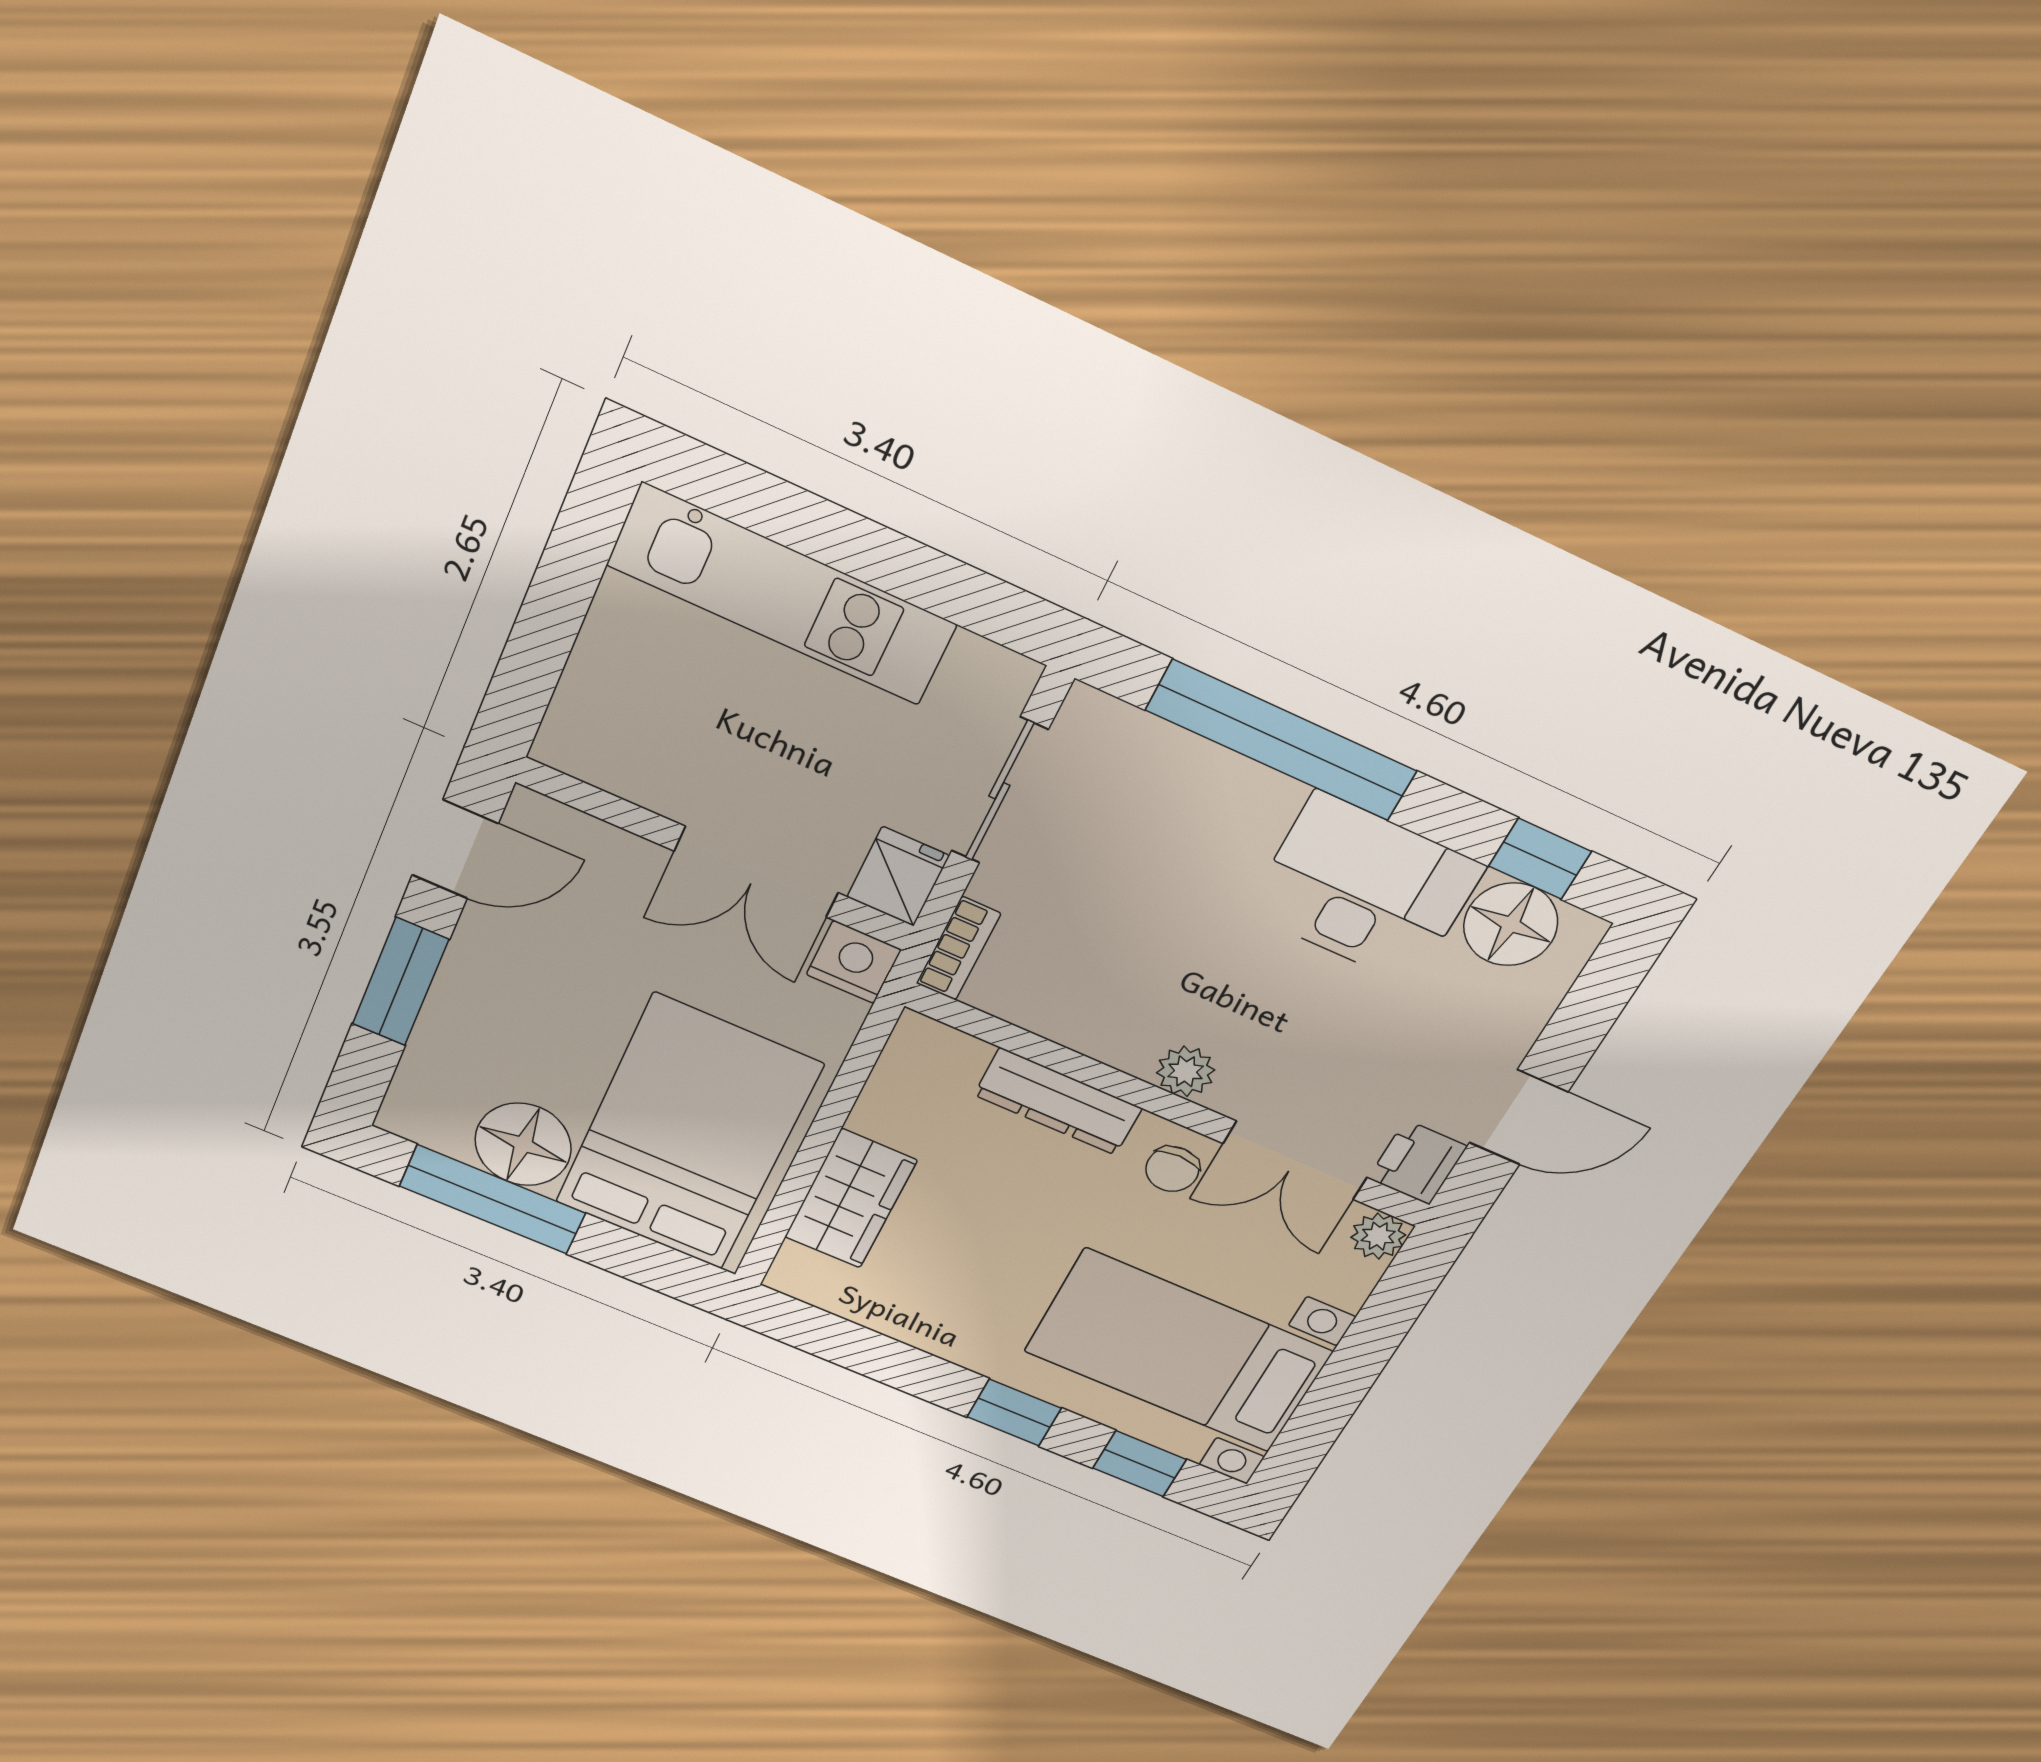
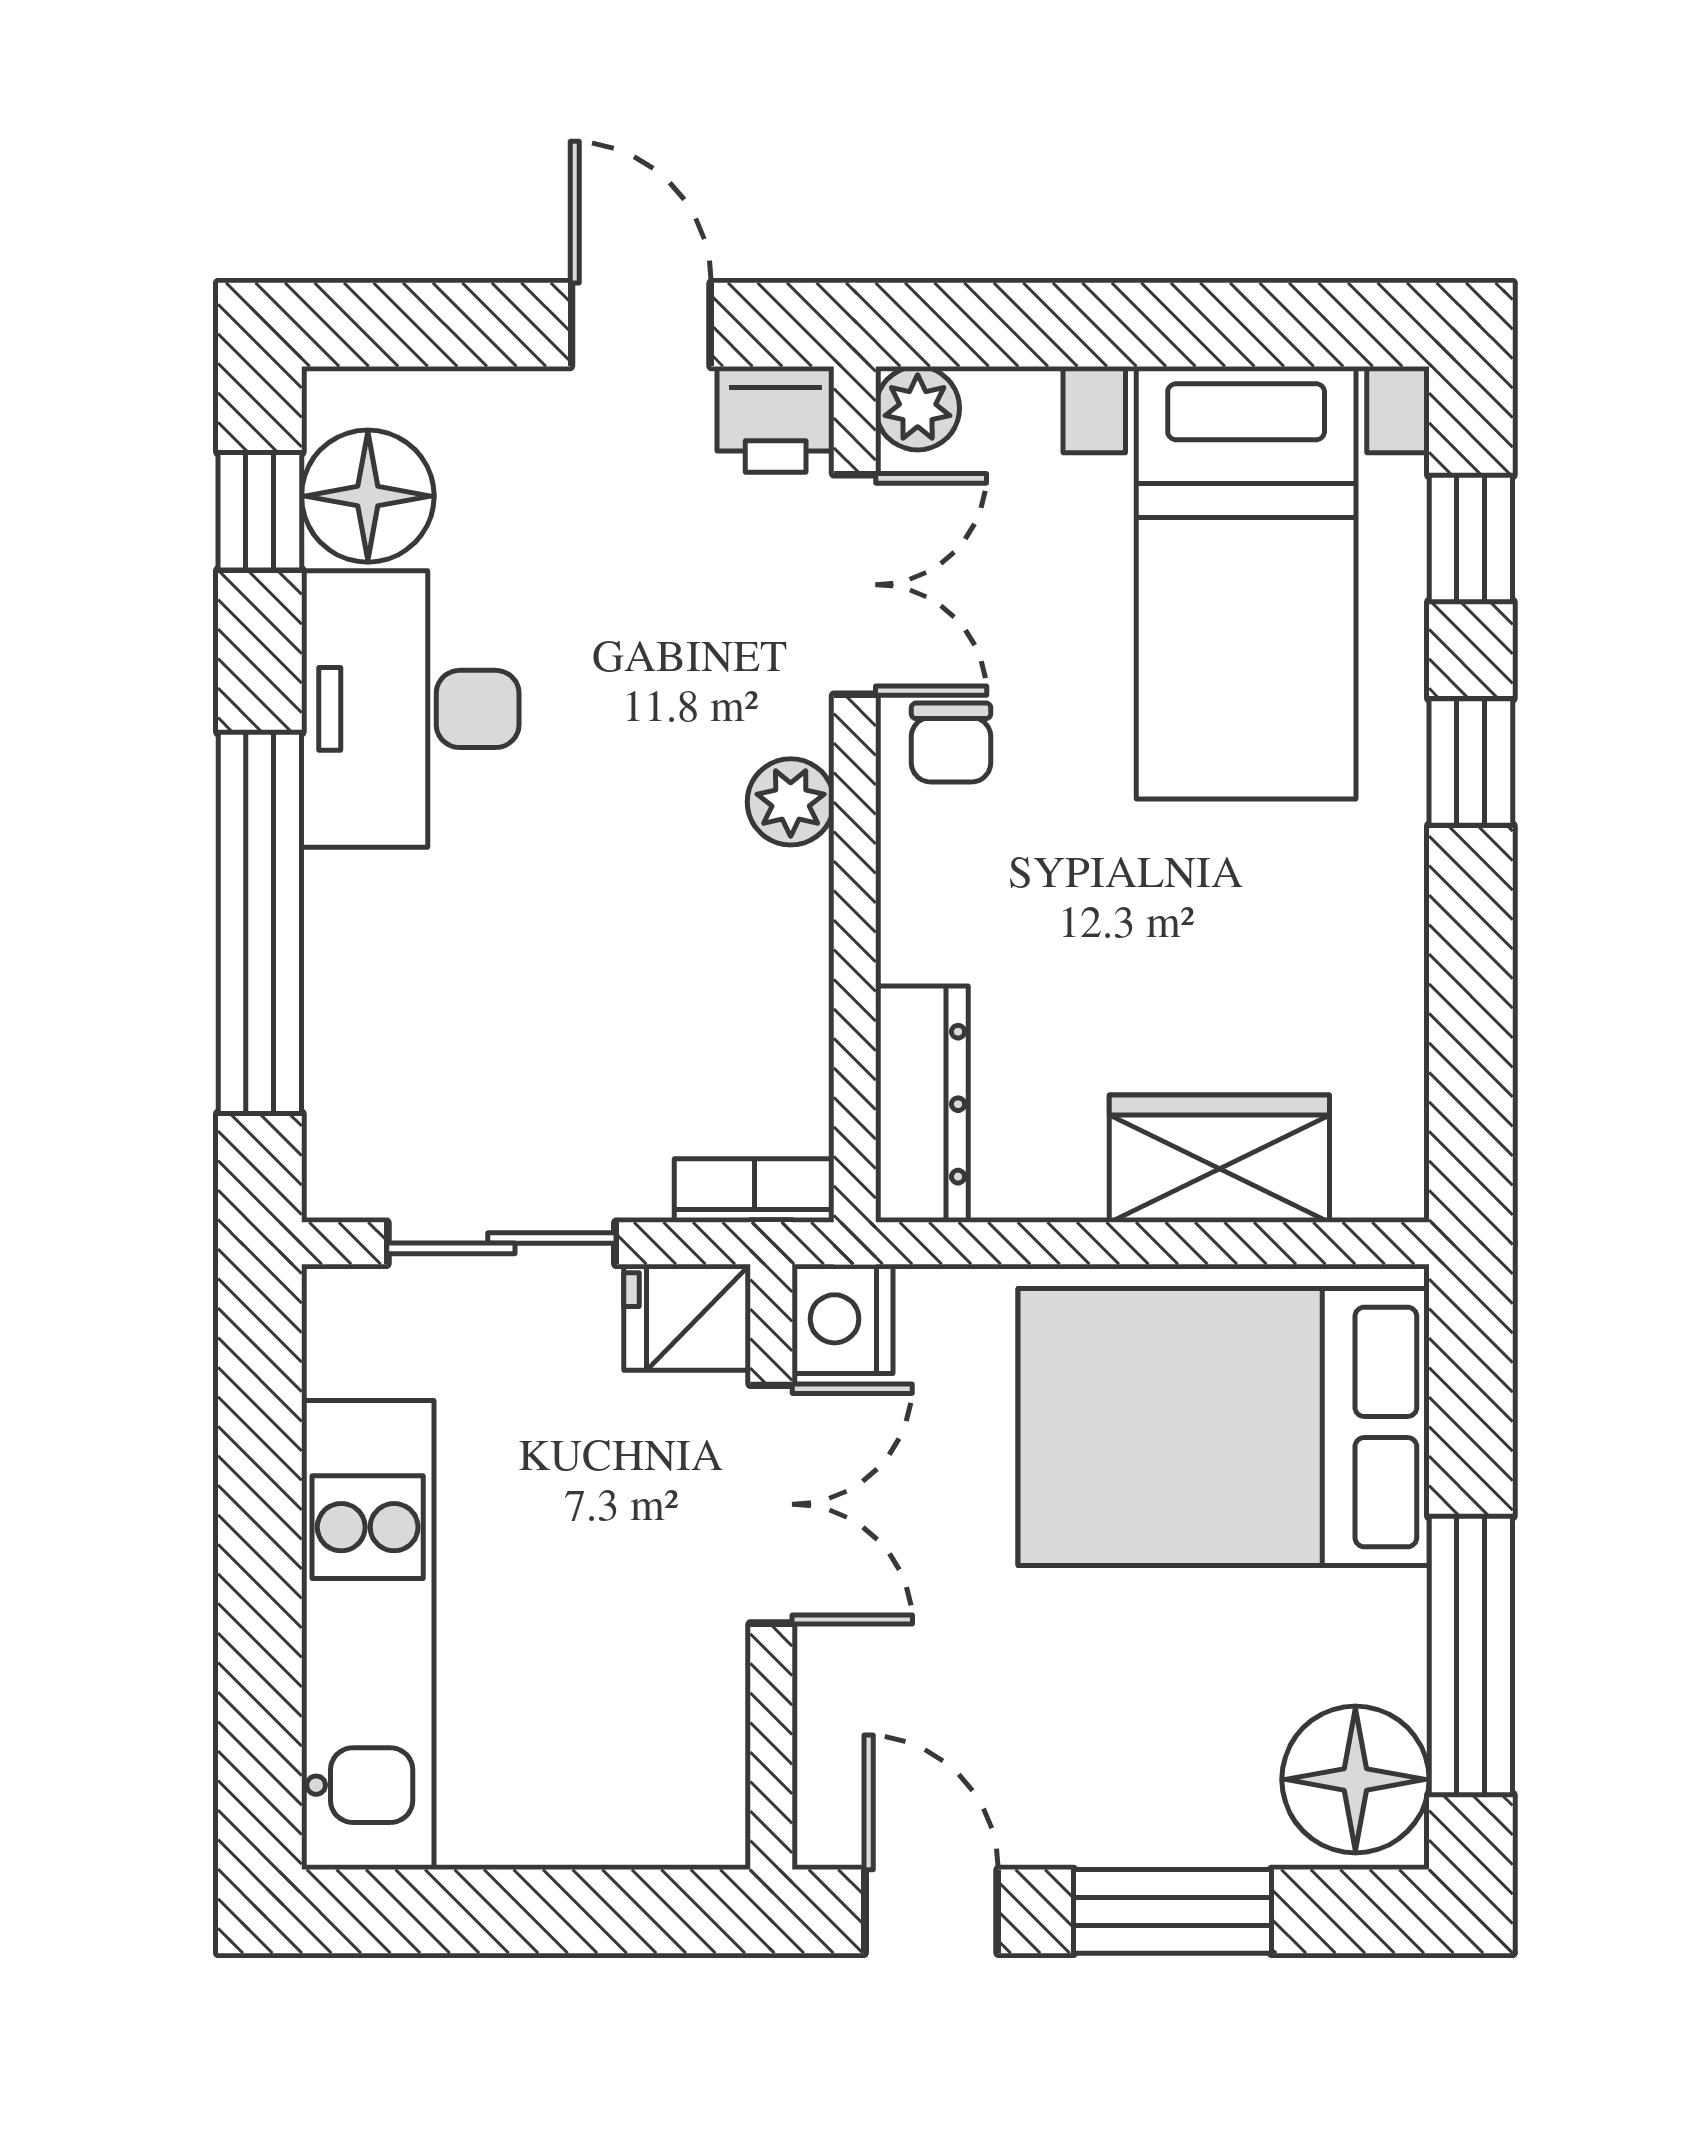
dresser: (1058, 1102) -> (922, 1104), moved
floor lamp: (523, 1144) -> (1355, 1779), moved
chair: (1172, 1169) -> (951, 743), turned 90

